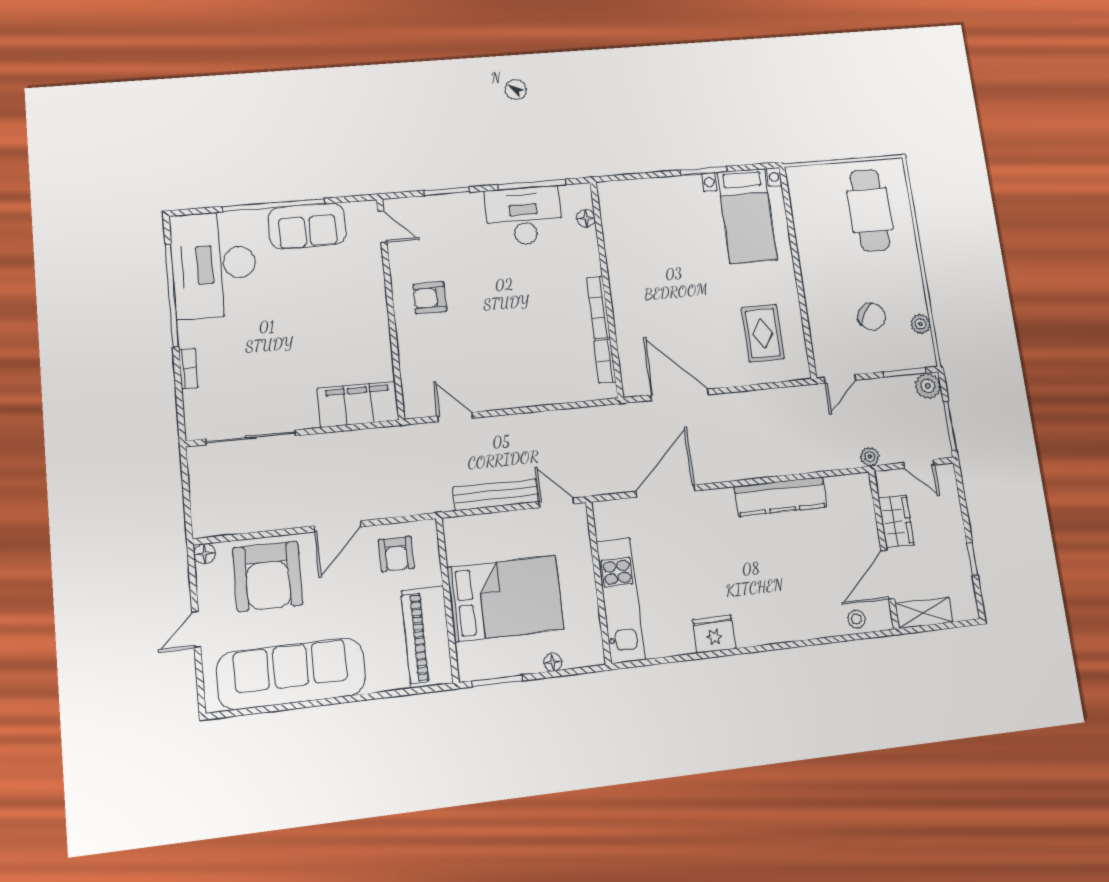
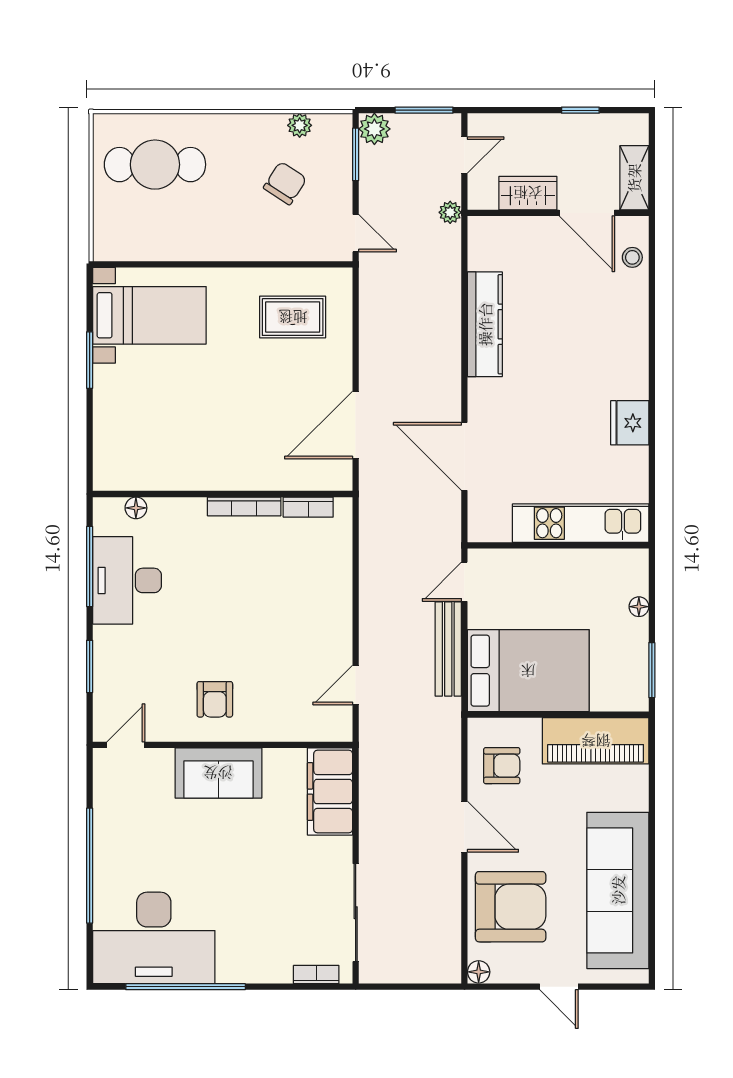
sofa: (307, 226) -> (218, 773), moved, turned 90
bookcase: (188, 369) -> (316, 975), moved
bed: (505, 598) -> (528, 671), moved, turned 90

